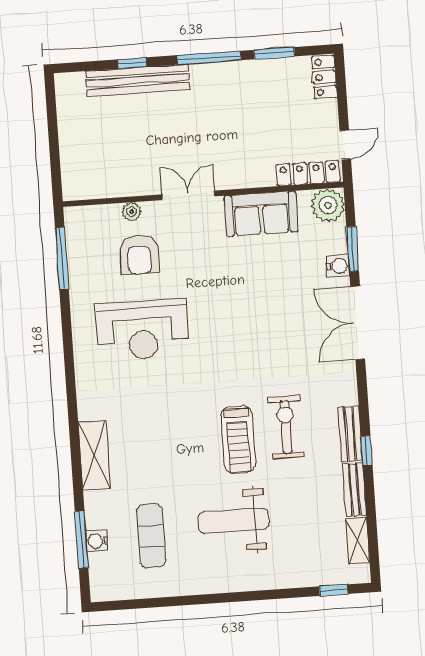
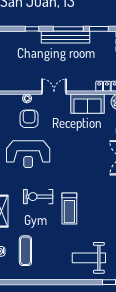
bench: (137, 80) -> (65, 37), moved
armchair: (139, 255) -> (29, 119), turned 180
exercise bike: (286, 427) -> (38, 197), moved, turned -90
weight bench: (233, 521) -> (89, 258), moved

